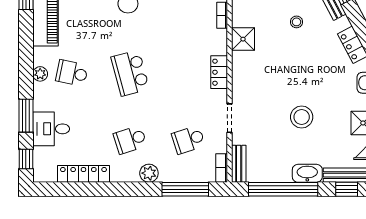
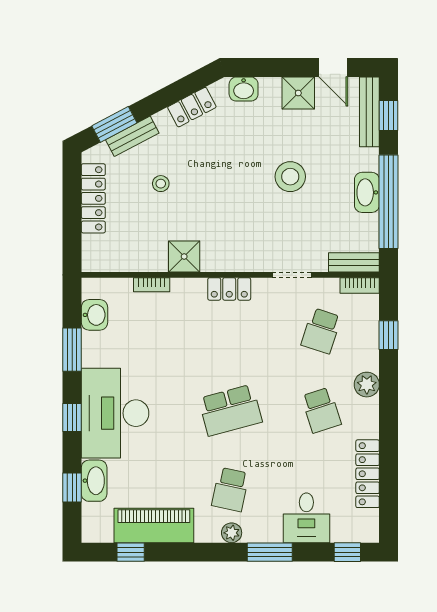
window: (26, 116) -> (270, 552), moved
school desk: (188, 140) -> (321, 331), turned 36
washbasin: (307, 173) -> (367, 192), moved
window: (185, 189) -> (389, 335), width x0.46

